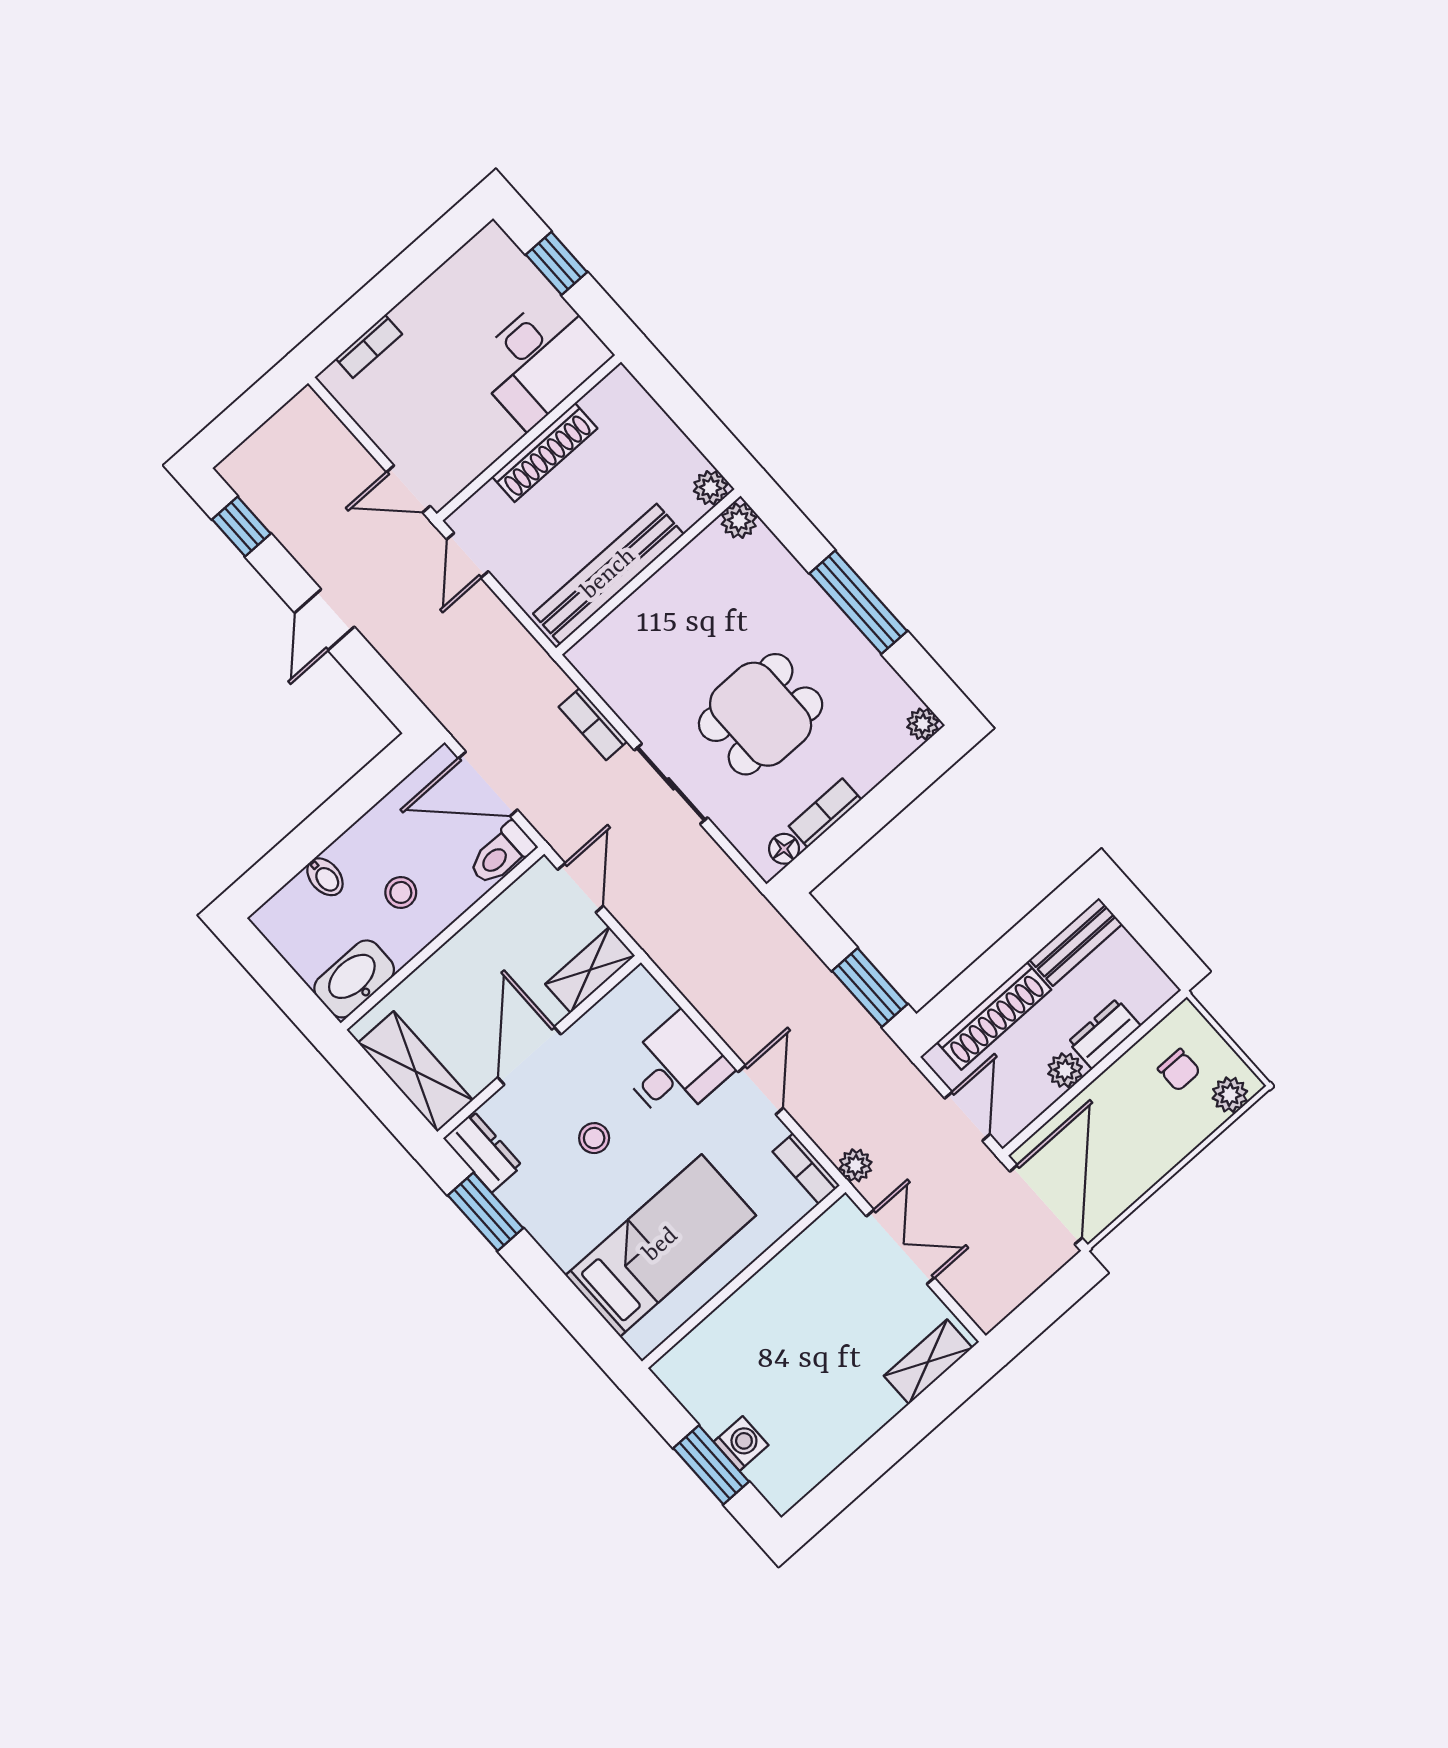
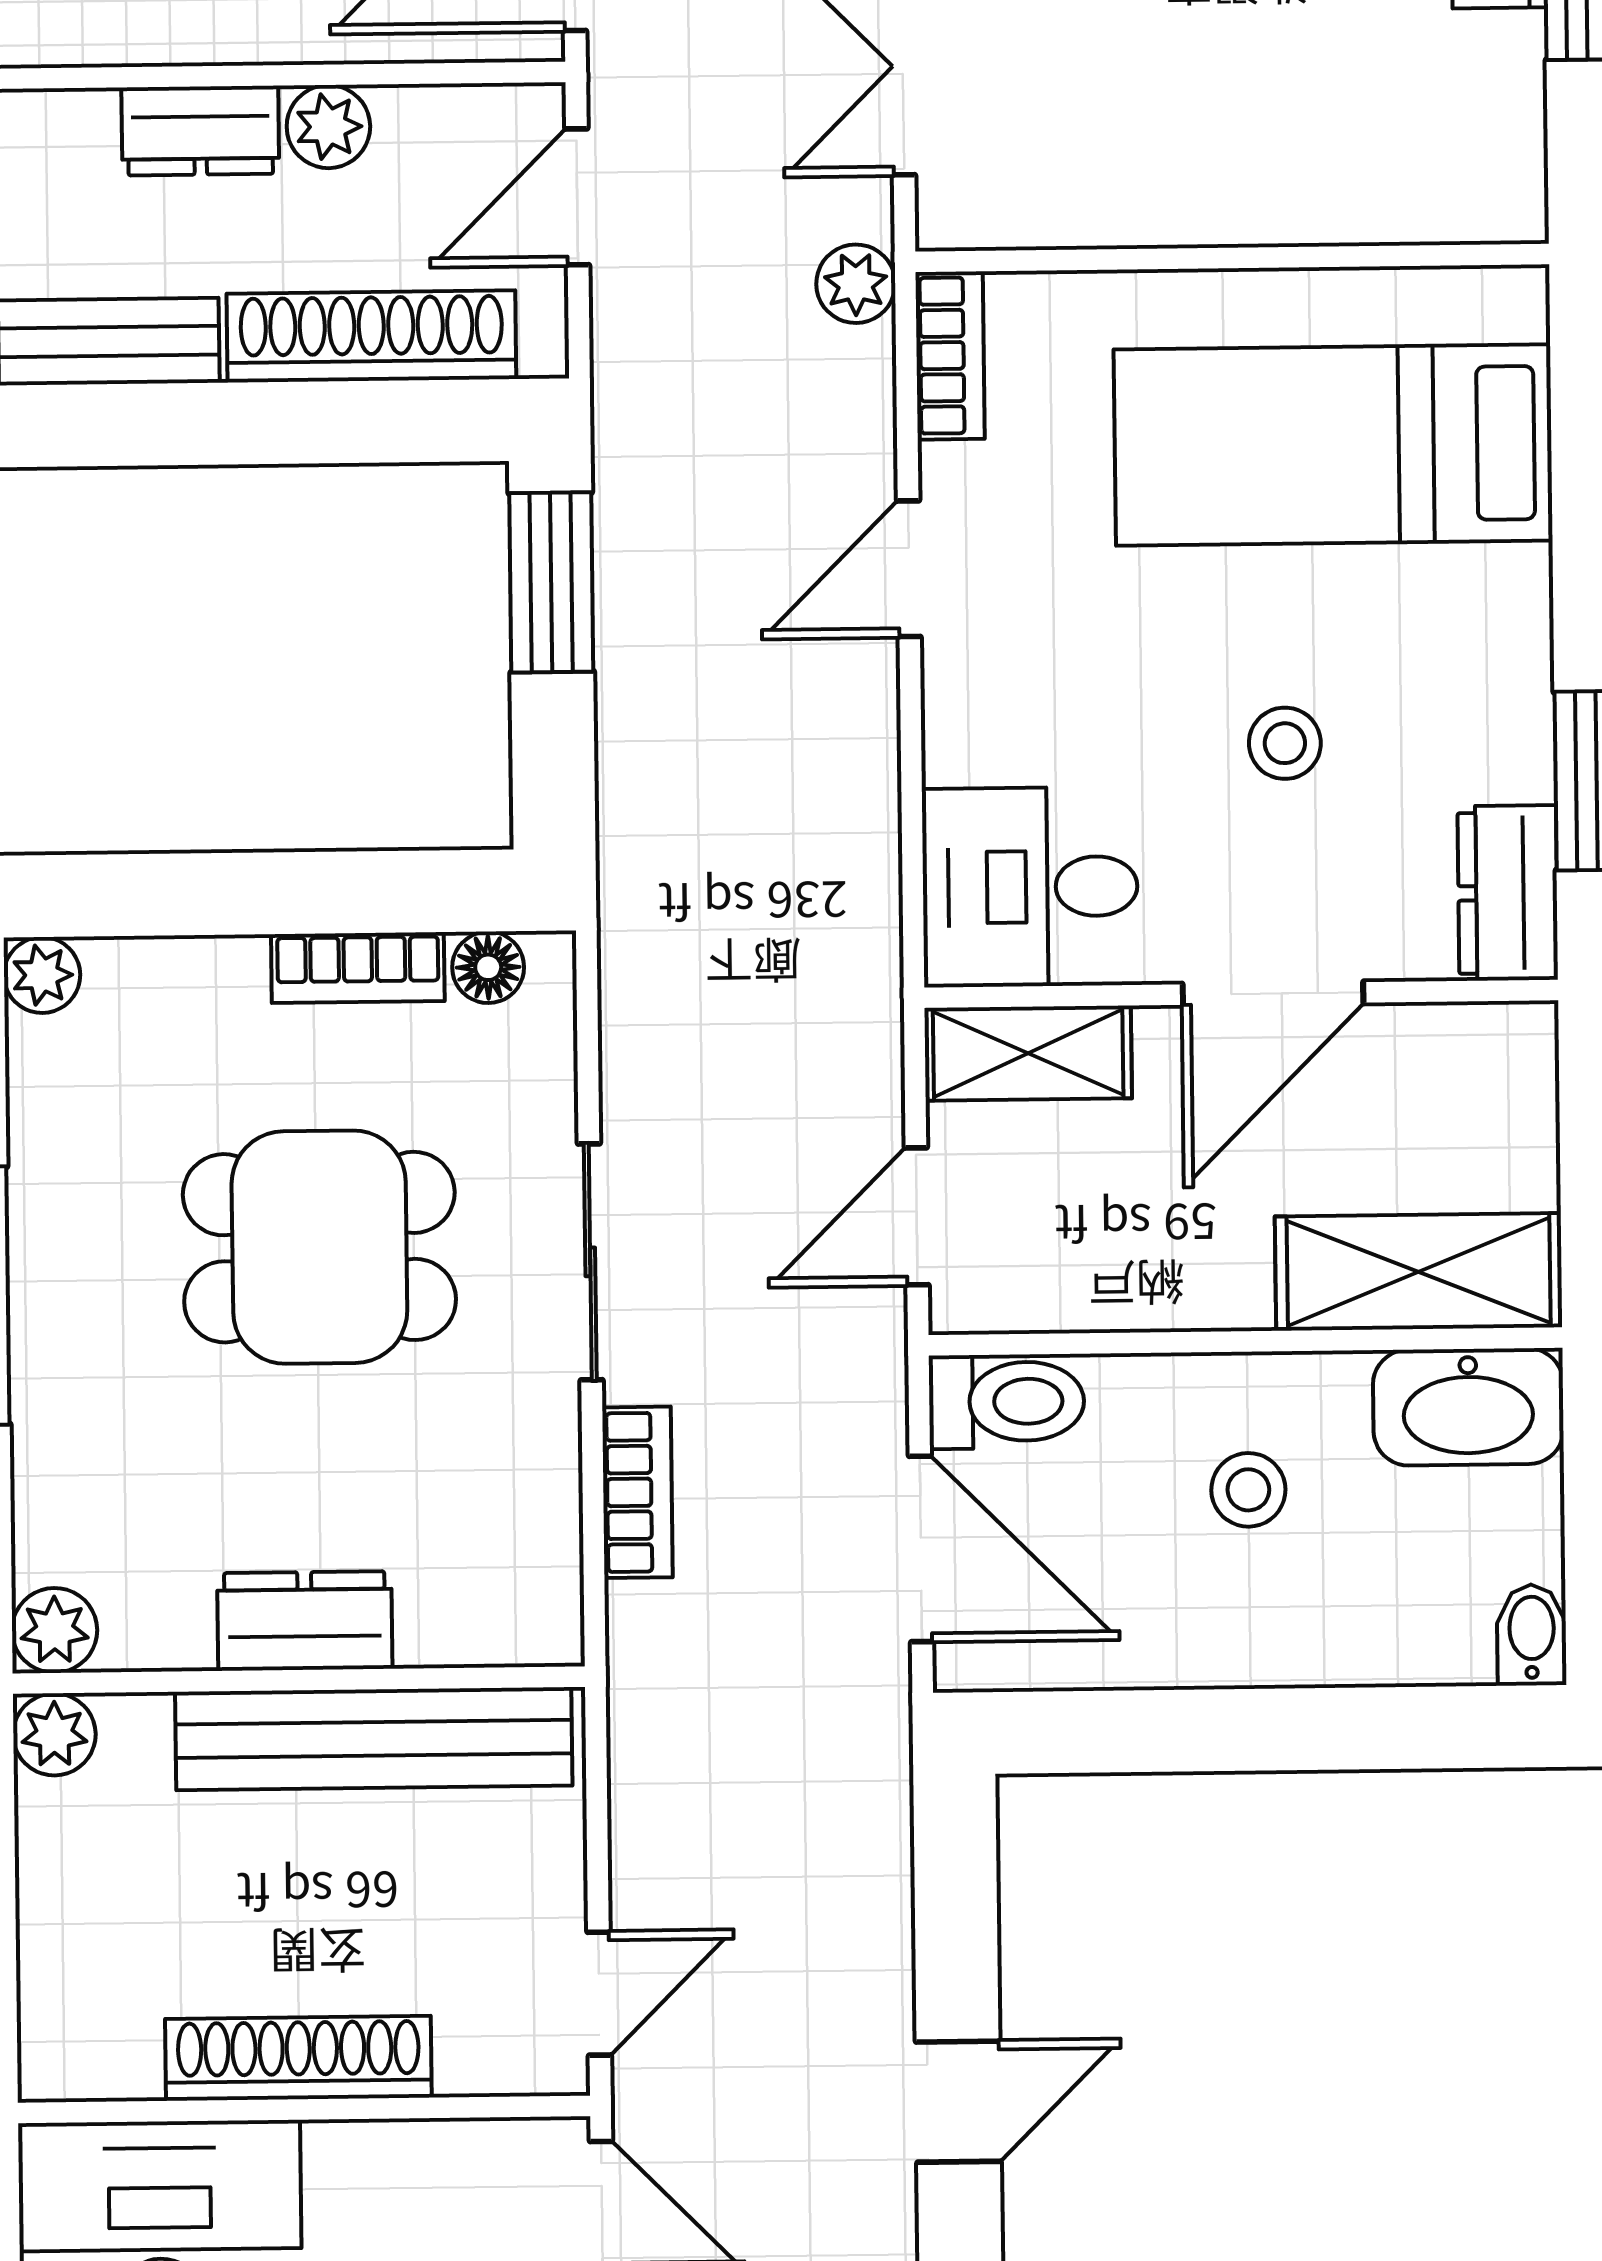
dresser: (663, 592) -> (305, 1621), added
bidet: (325, 877) -> (1532, 1635), moved
desk: (676, 1068) -> (1030, 887), moved
shelving: (415, 1071) -> (1419, 1272), moved, turned 90

